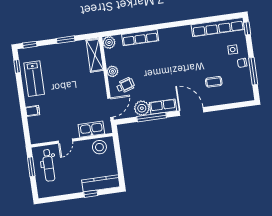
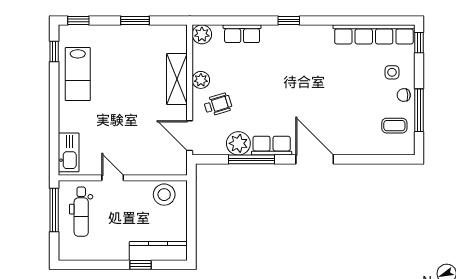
window: (163, 26) -> (289, 21), added
row of seats: (140, 38) -> (242, 34), width x0.68
shelving: (95, 55) -> (177, 79), moved
coffee table: (214, 82) -> (394, 126), moved
door: (110, 108) -> (190, 136), swing flipped
filing cabinet: (33, 111) -> (69, 124), removed
kitchen sink: (91, 129) -> (69, 152), moved, turned 90
door: (65, 141) -> (113, 178), swing flipped
window: (31, 167) -> (54, 210), width x1.44

